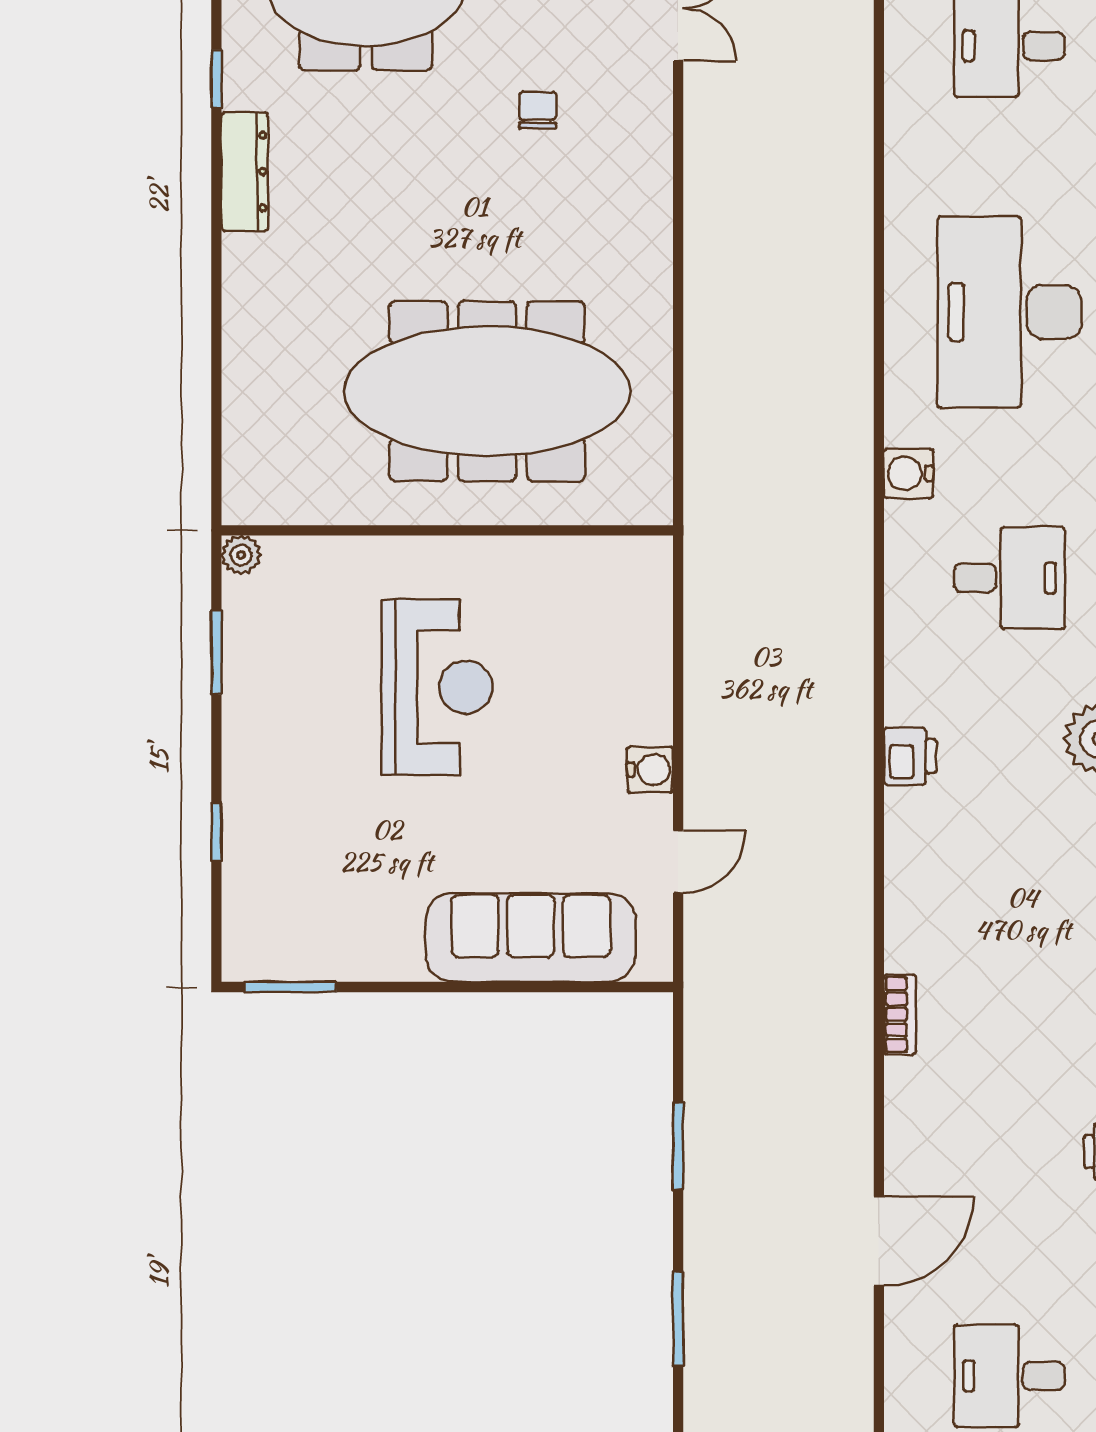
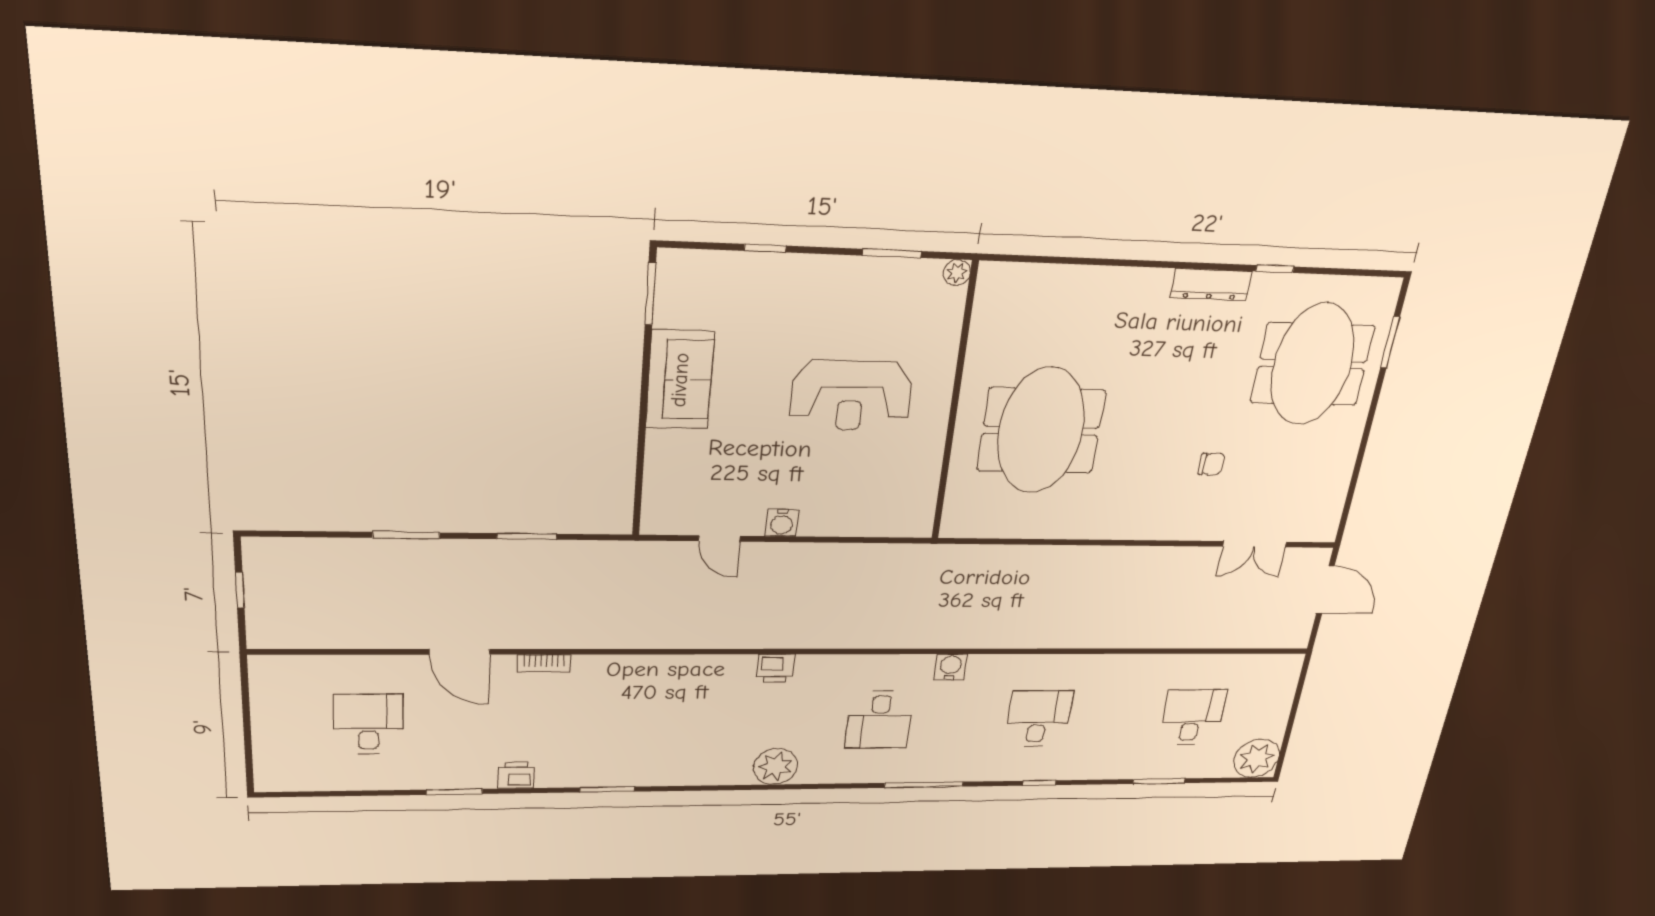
desk: (1009, 312) -> (1038, 718), width x0.53, depth x0.77
meeting table: (487, 391) -> (1041, 431), width x0.73
sofa: (531, 937) -> (680, 380), moved, width x0.73
bookcase: (900, 1014) -> (544, 663), moved

